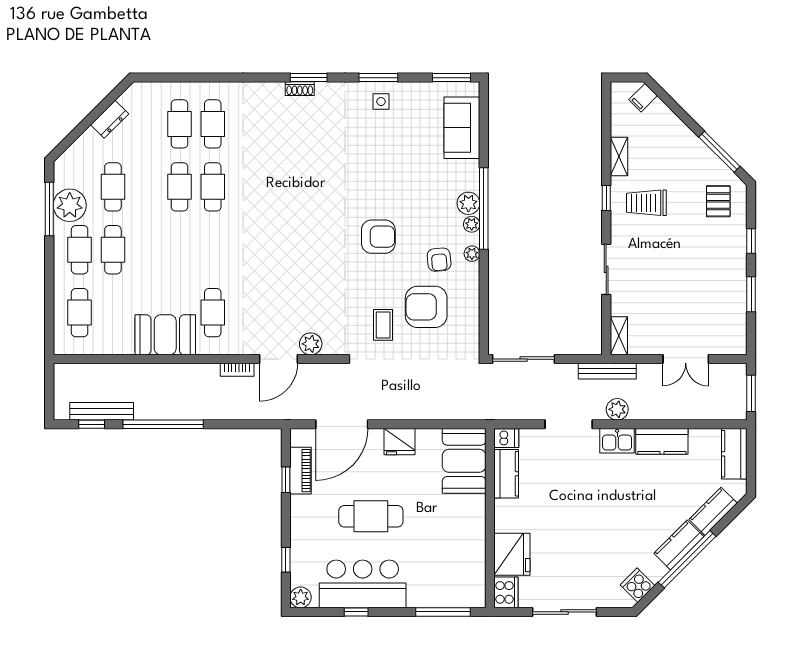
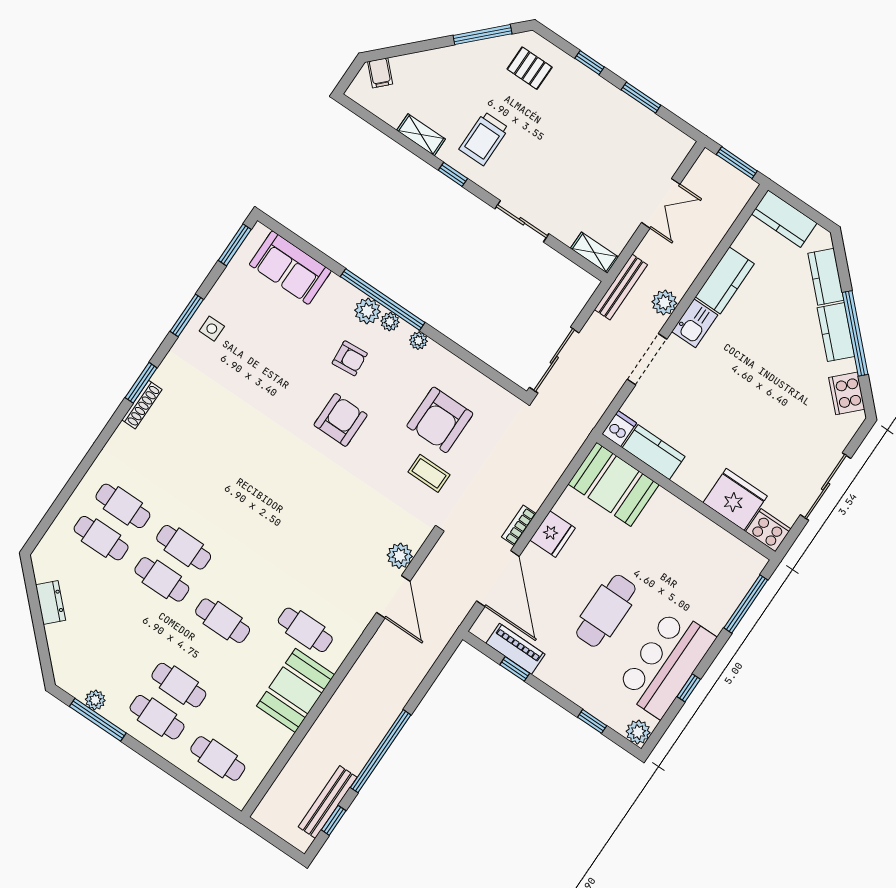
shoe rack: (300, 89) -> (142, 405), width x1.43
cafe table: (113, 187) -> (223, 621), moved
plant: (70, 205) -> (95, 700), width x0.53, depth x0.53
armchair: (439, 260) -> (350, 358), moved
bookcase: (237, 370) -> (519, 525), moved, turned 180
cooker: (638, 585) -> (847, 393), width x1.36

